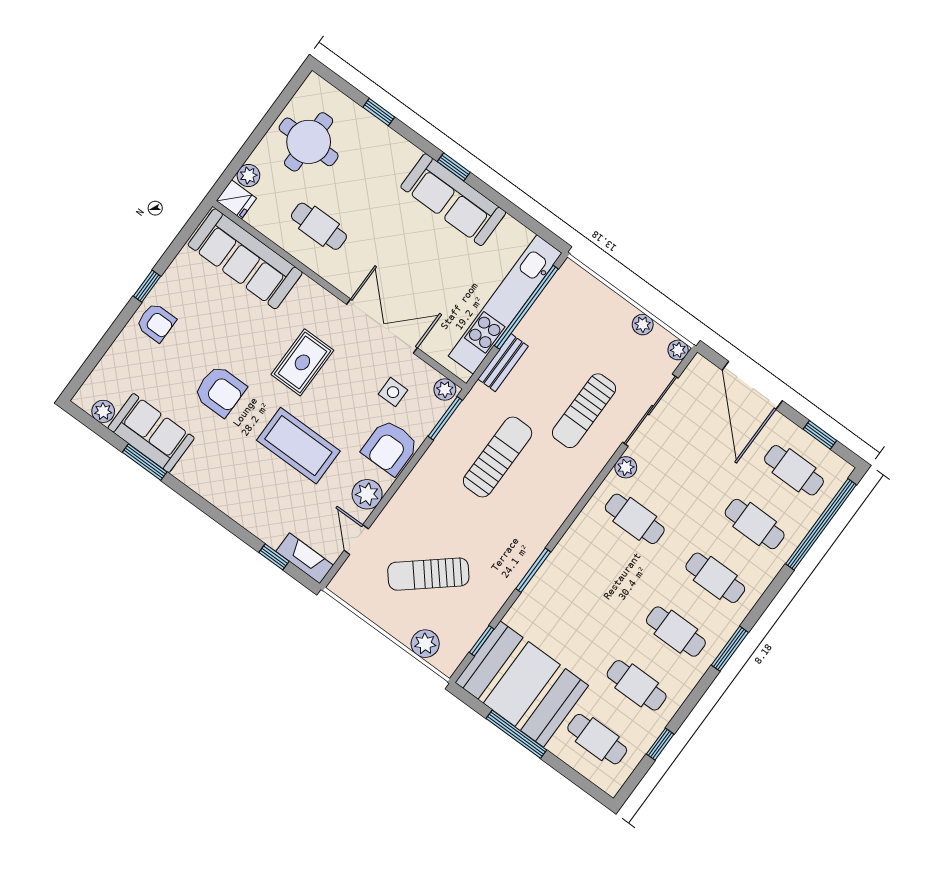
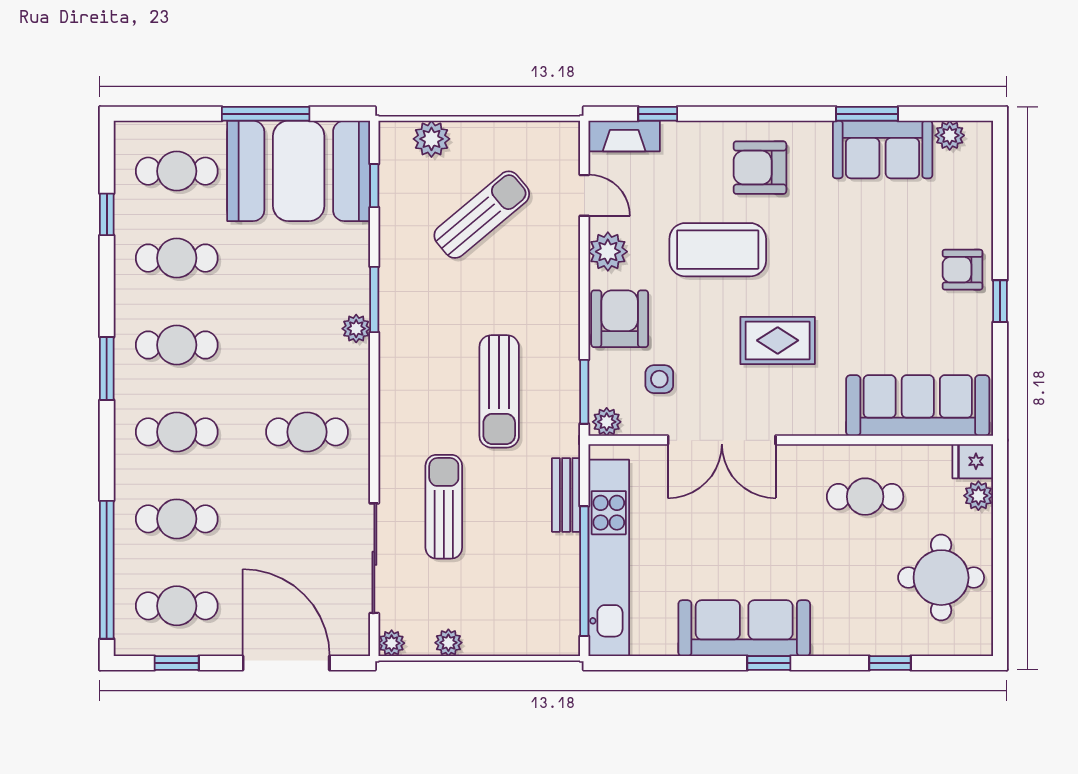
rug: (302, 362) -> (778, 340), turned 90
armchair: (220, 391) -> (760, 168), moved
plant: (626, 467) -> (356, 329), moved

